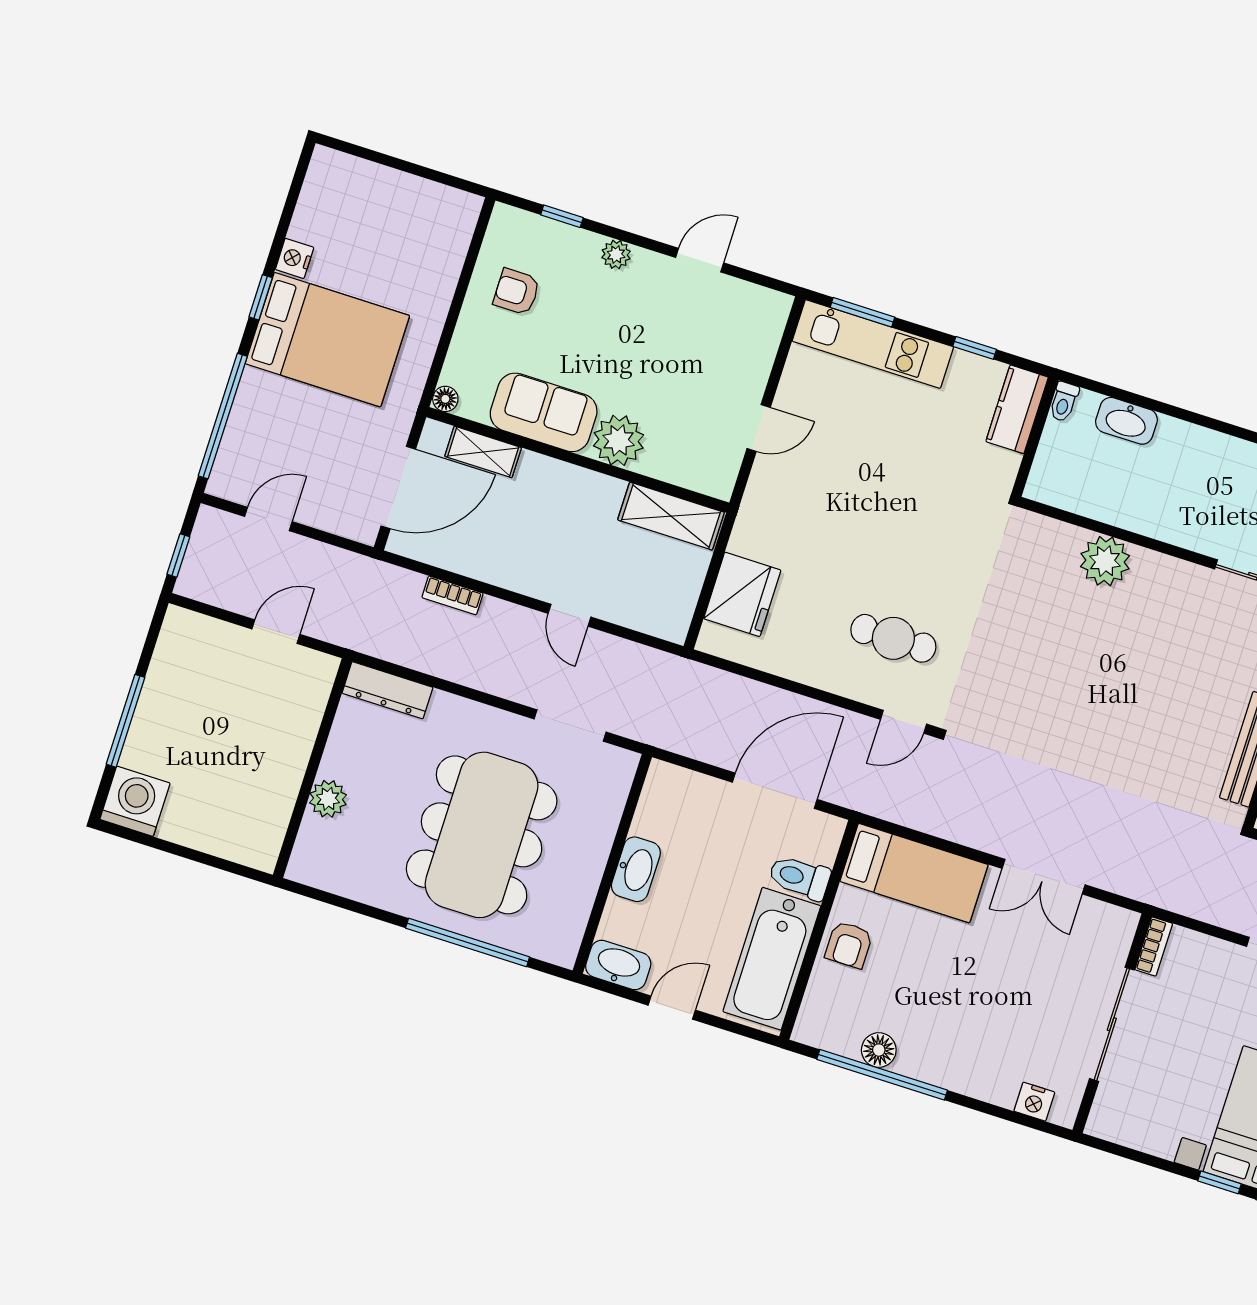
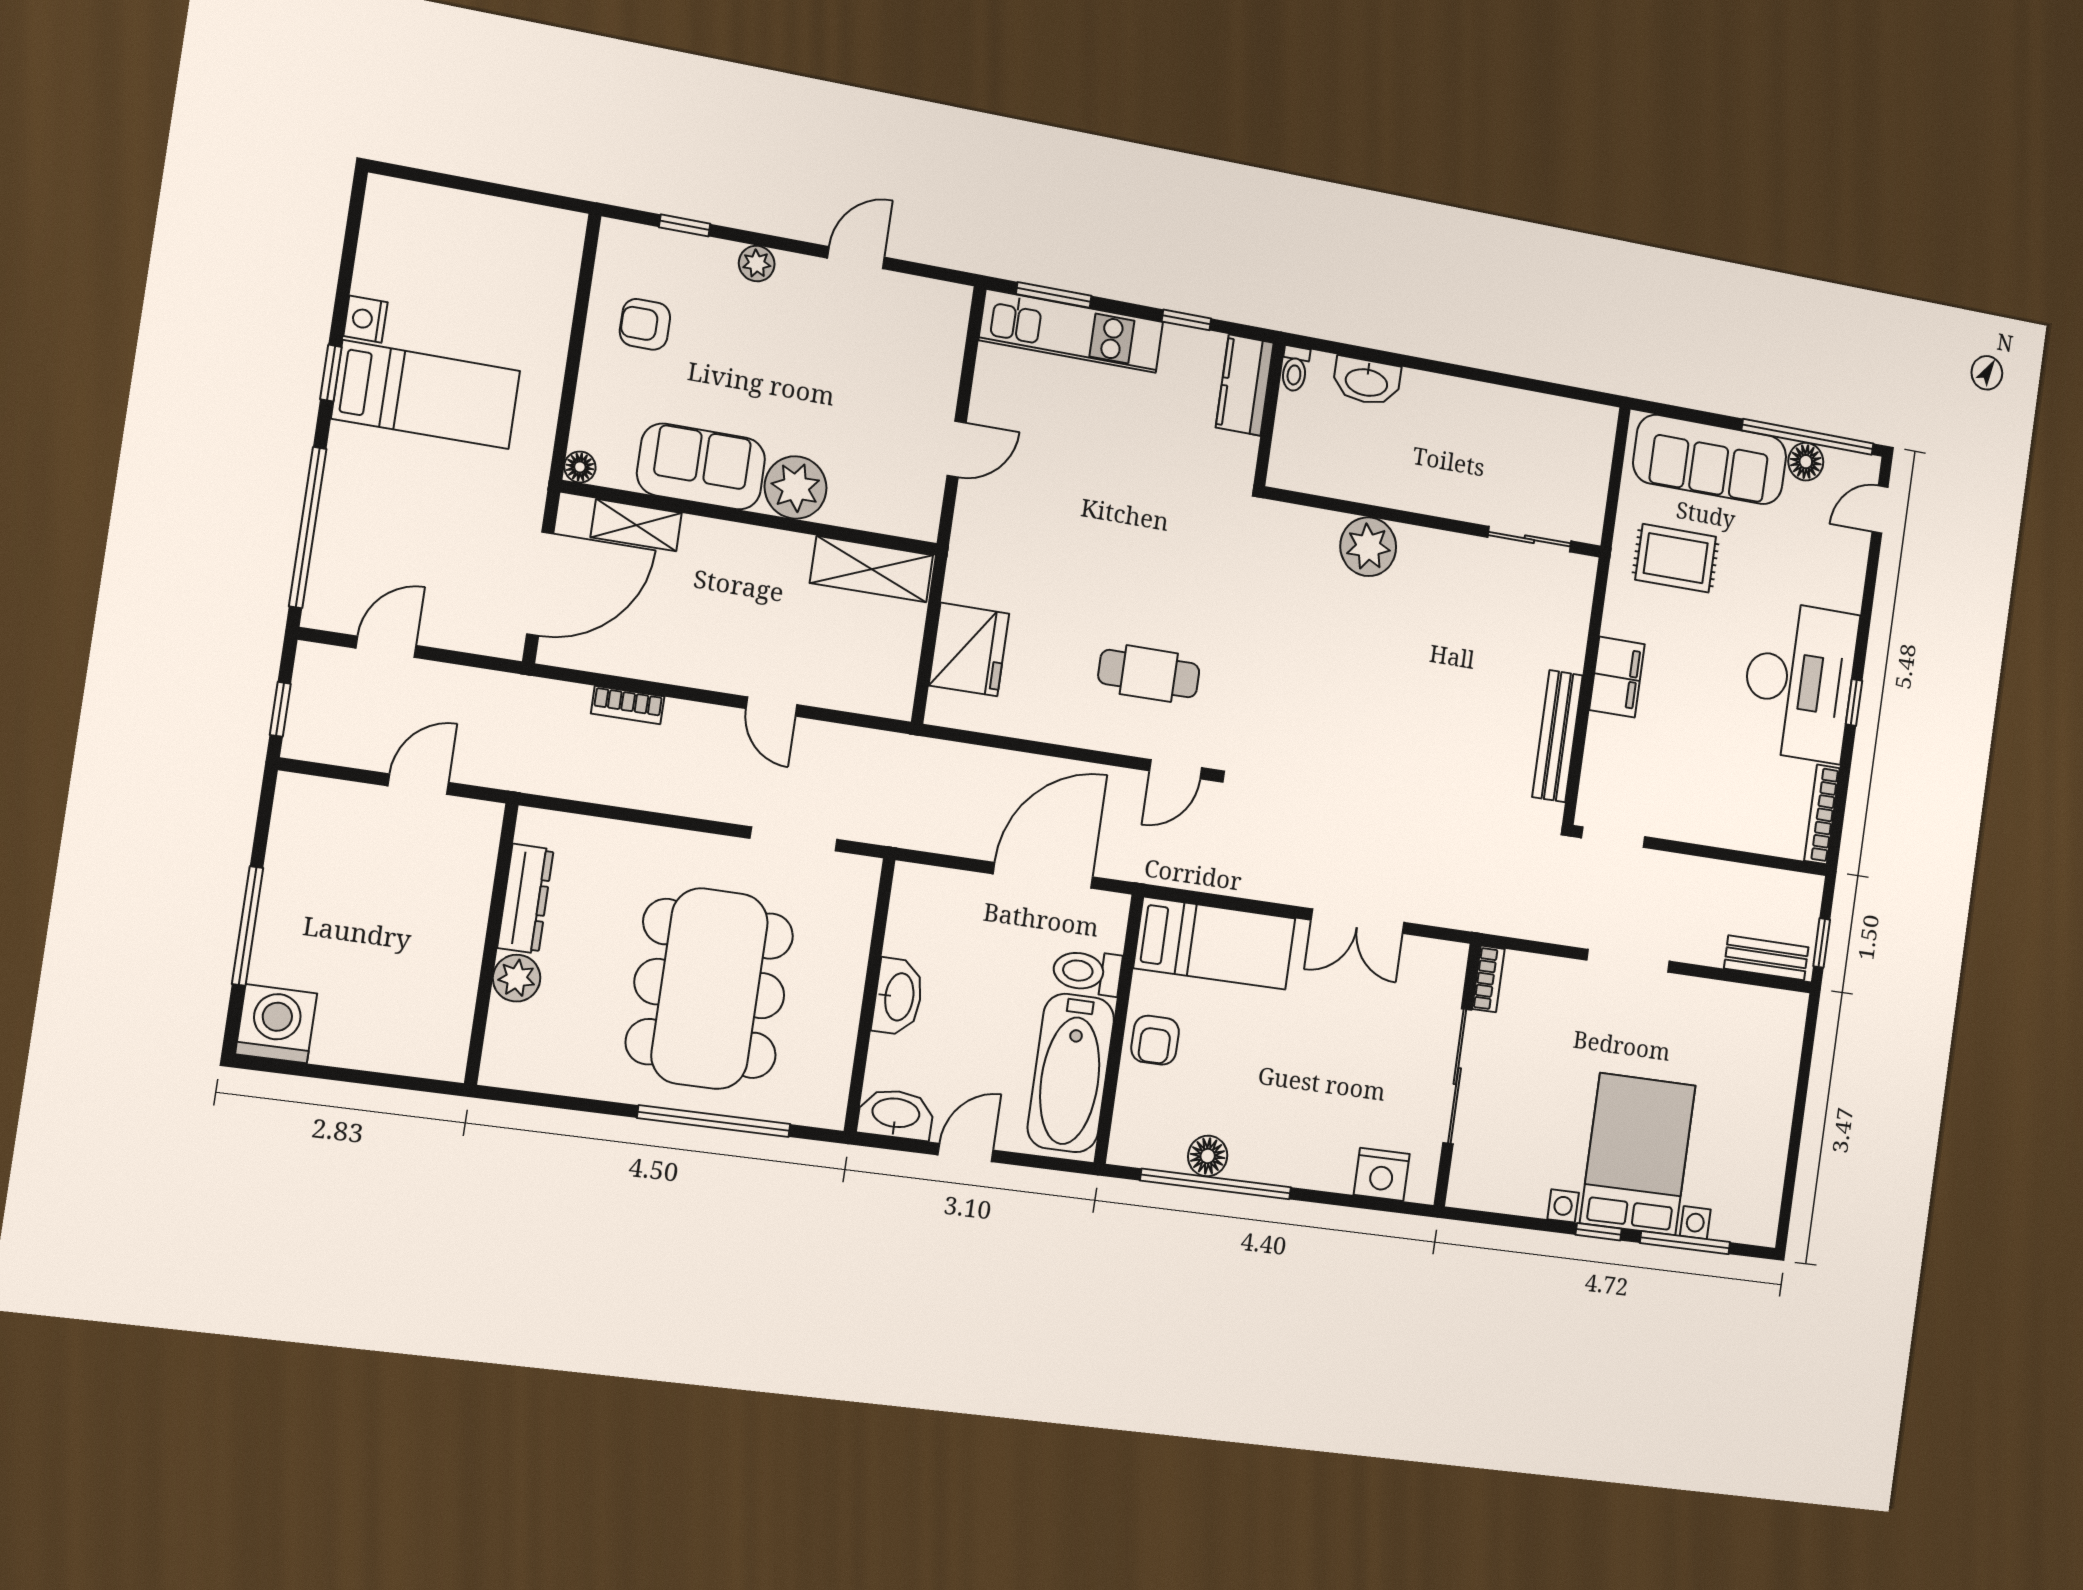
bed: (327, 340) -> (426, 395), width x0.67
dresser: (387, 690) -> (525, 899), moved, turned -90
nightstand: (1034, 1102) -> (1382, 1174), width x1.36, depth x1.33

